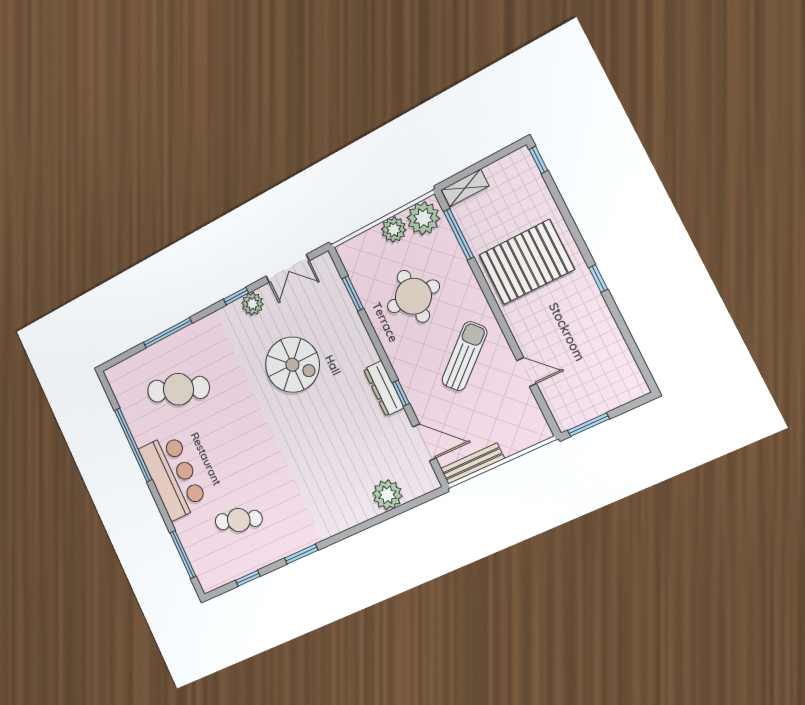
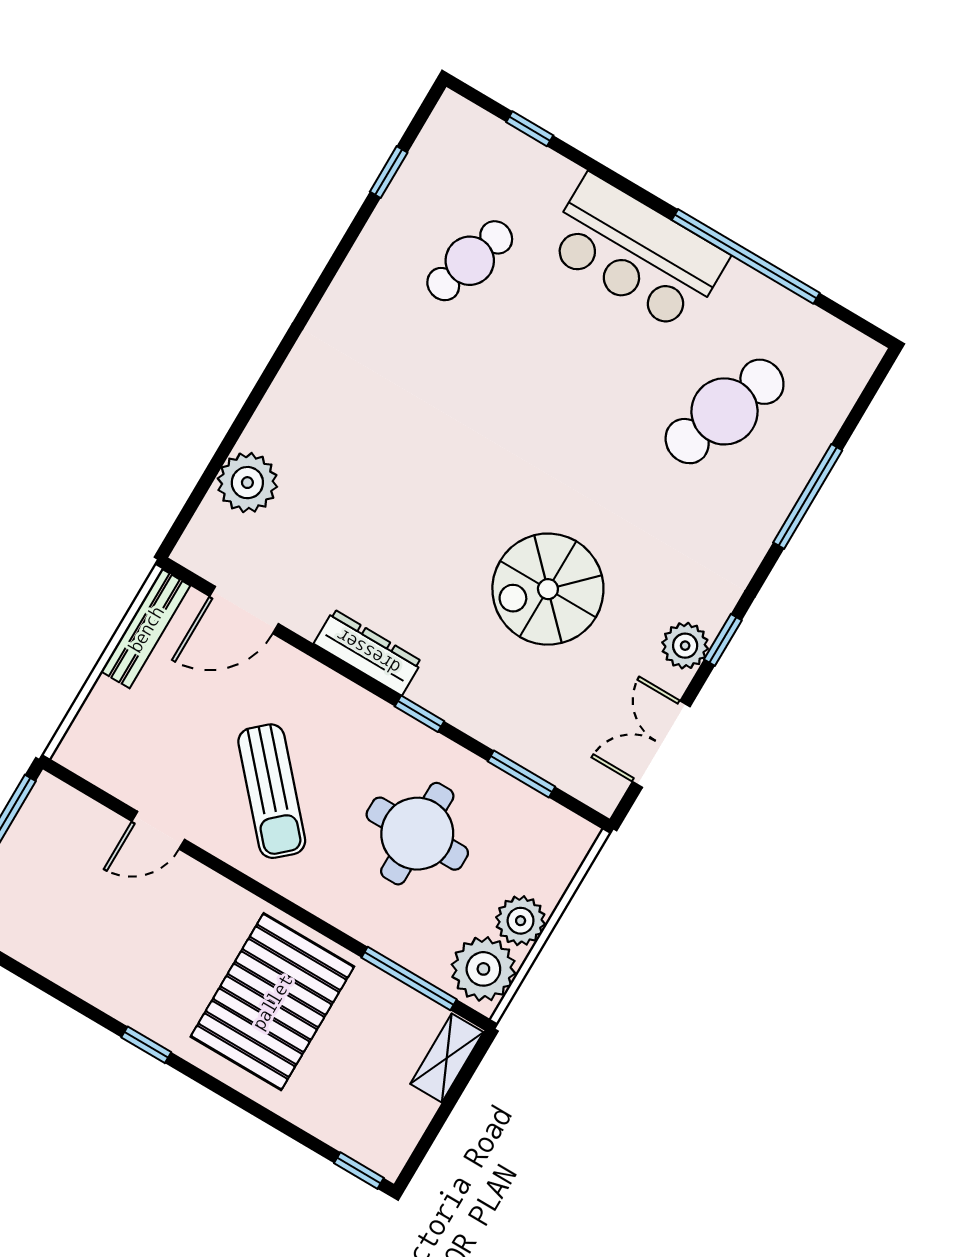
window: (401, 393) -> (419, 714), moved
window: (301, 554) -> (324, 281), removed
window: (183, 555) -> (530, 129), width x0.46

